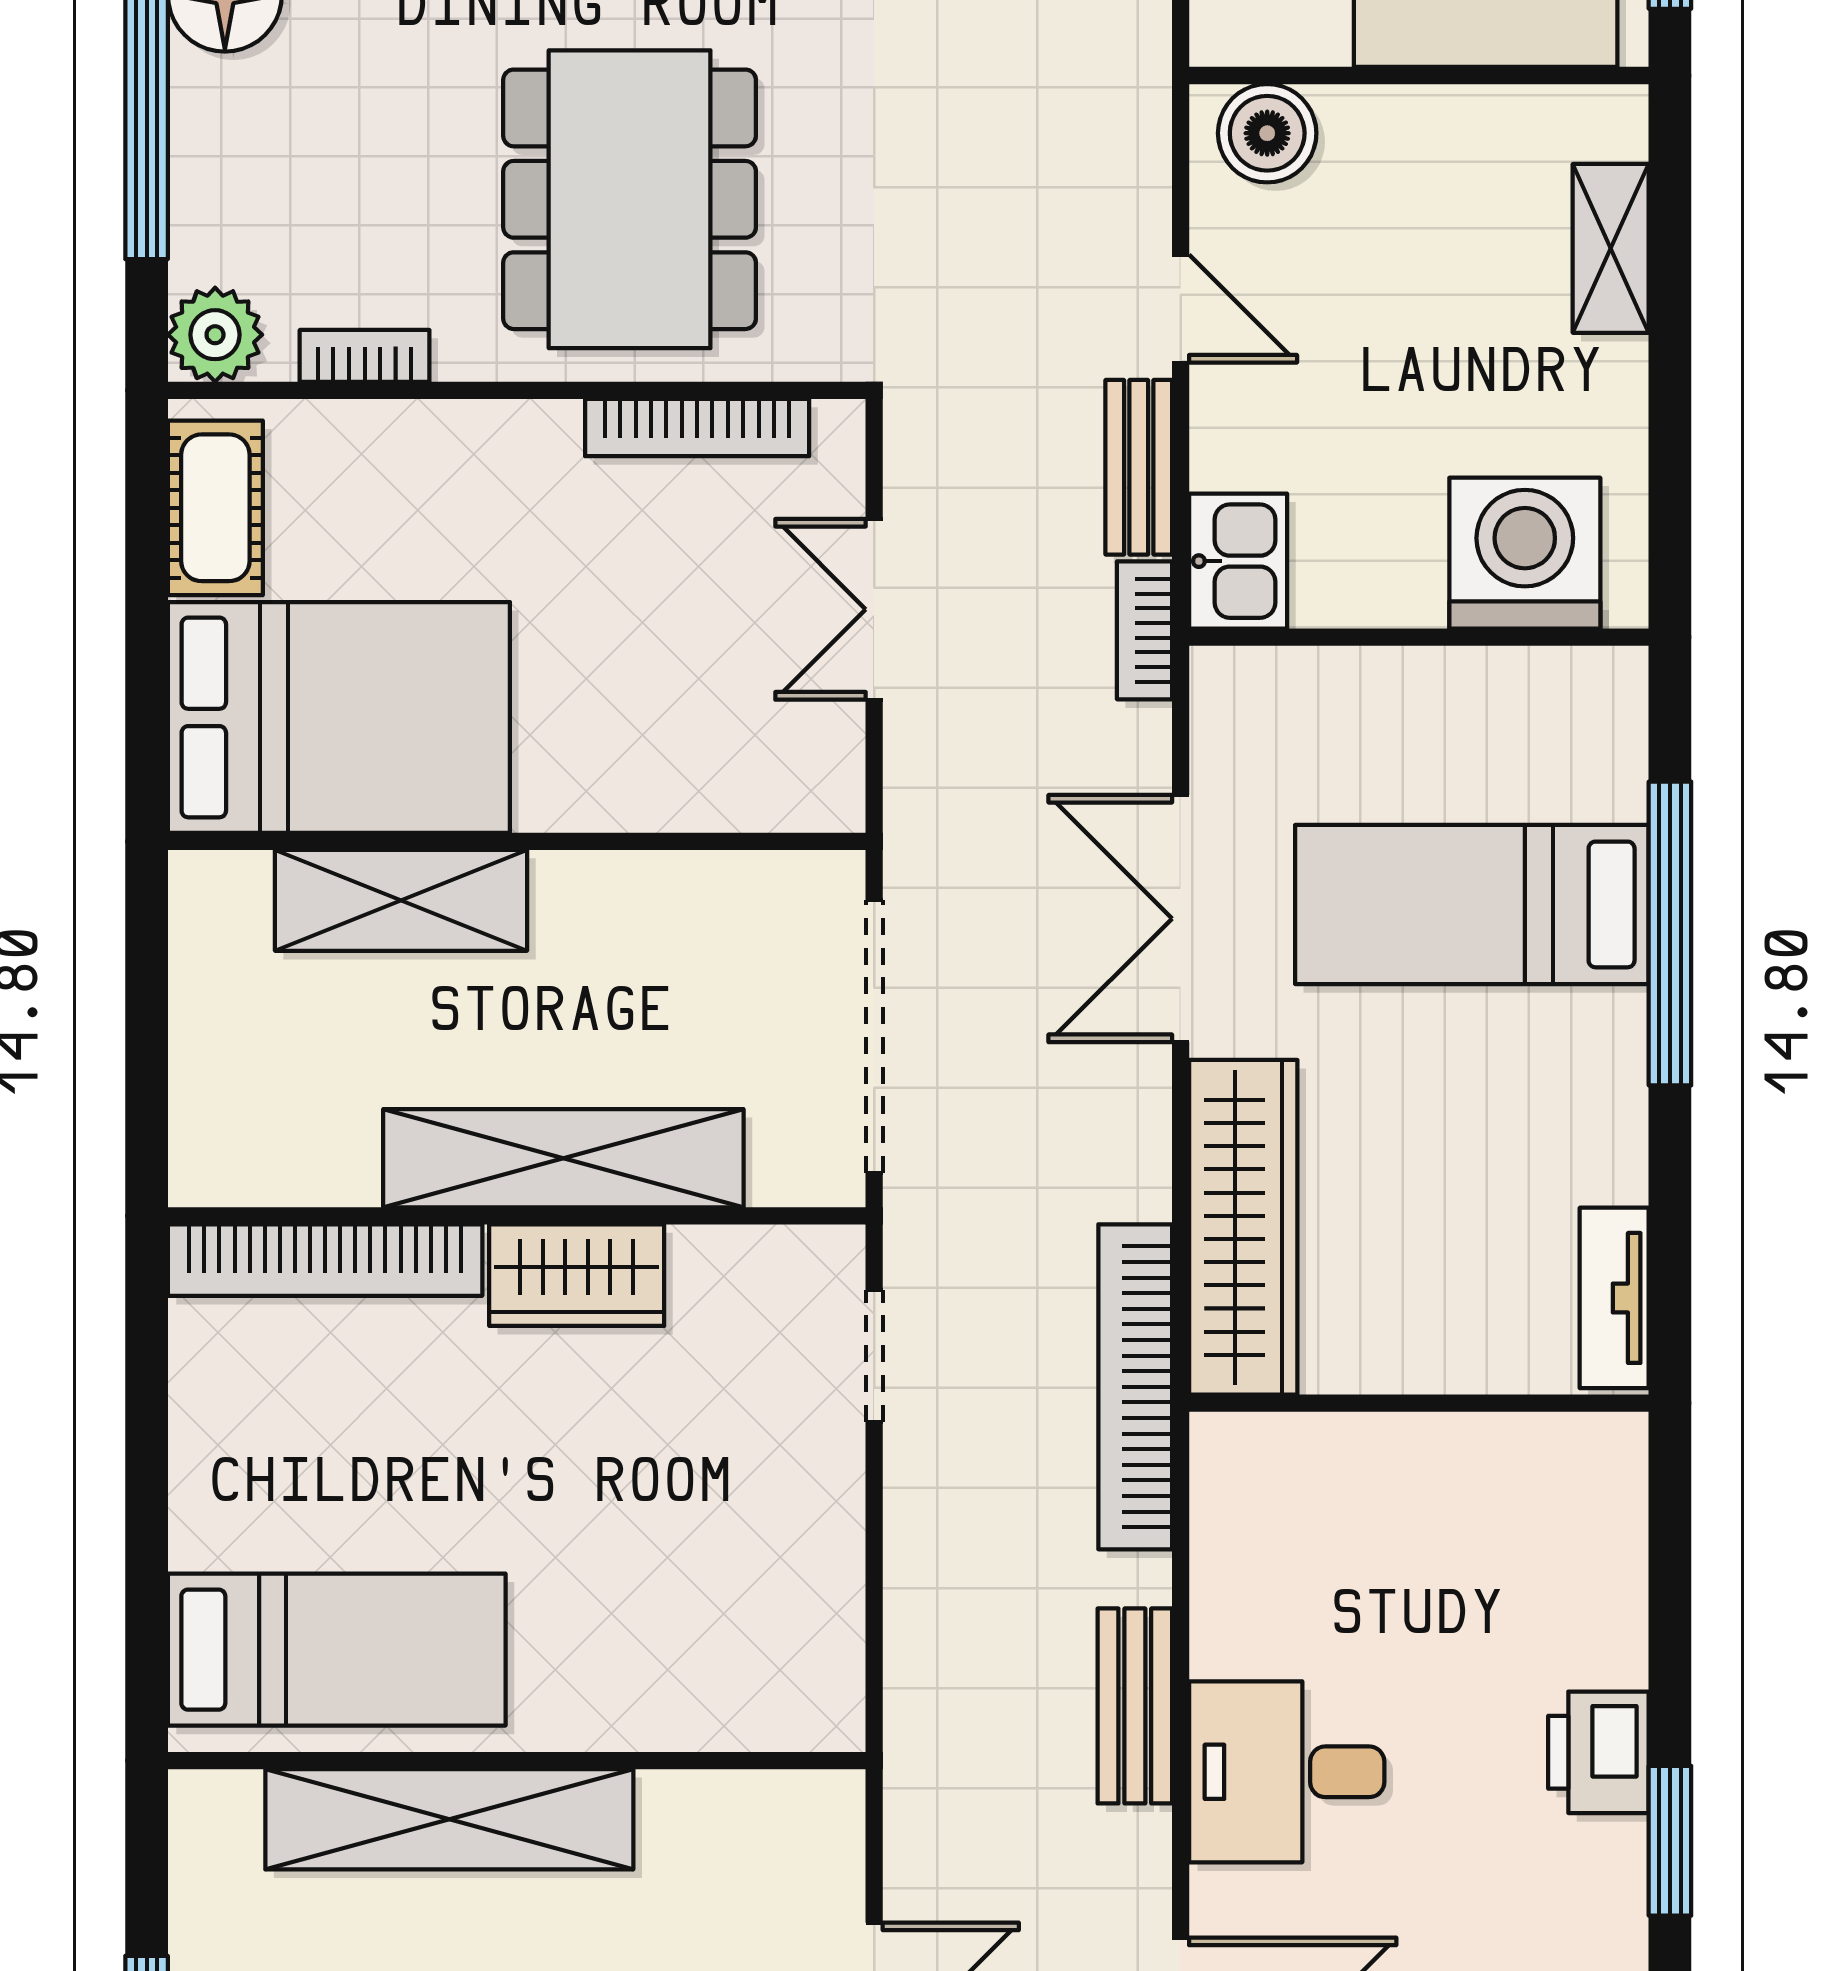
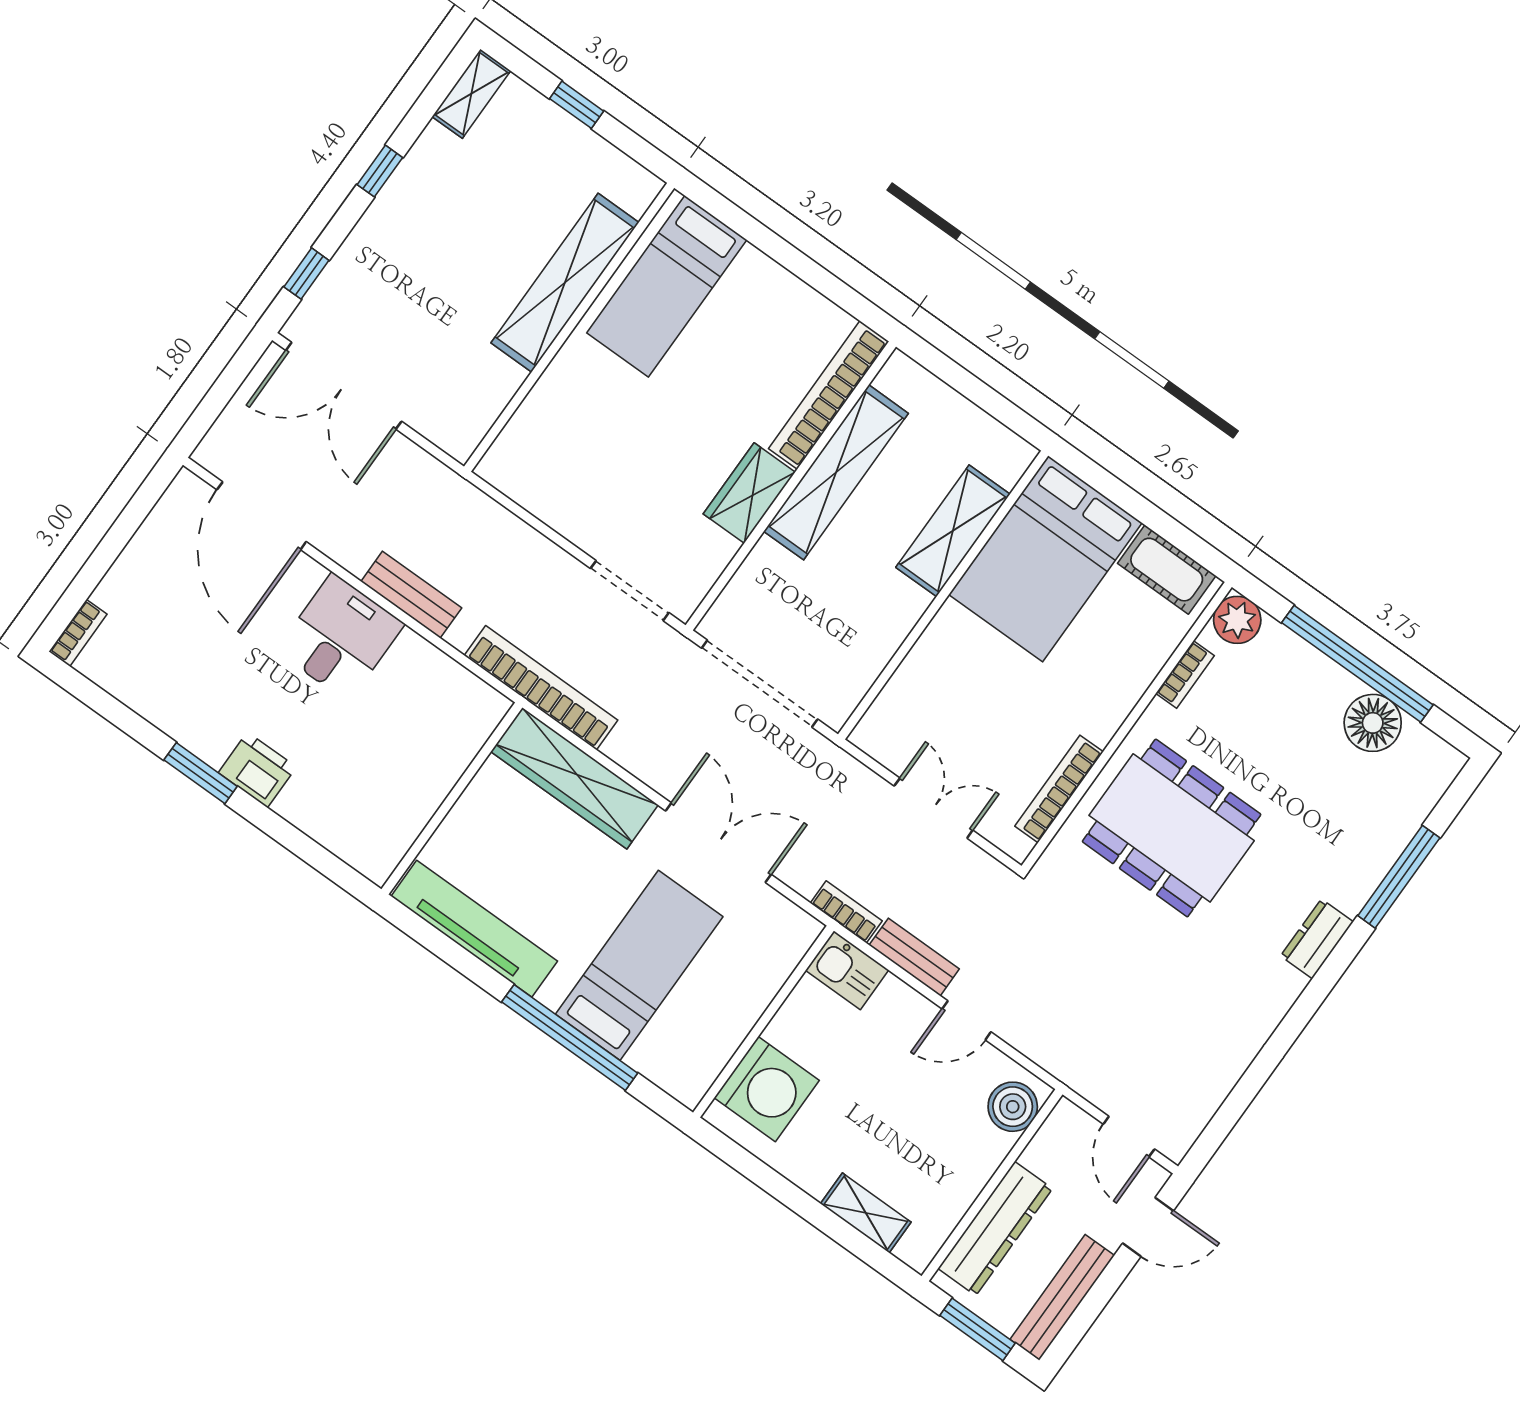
shelving: (563, 1158) -> (836, 472), moved
tv unit: (1614, 1298) -> (474, 929), width x1.92, depth x1.29
doorway: (874, 1356) -> (630, 591), width x1.38

